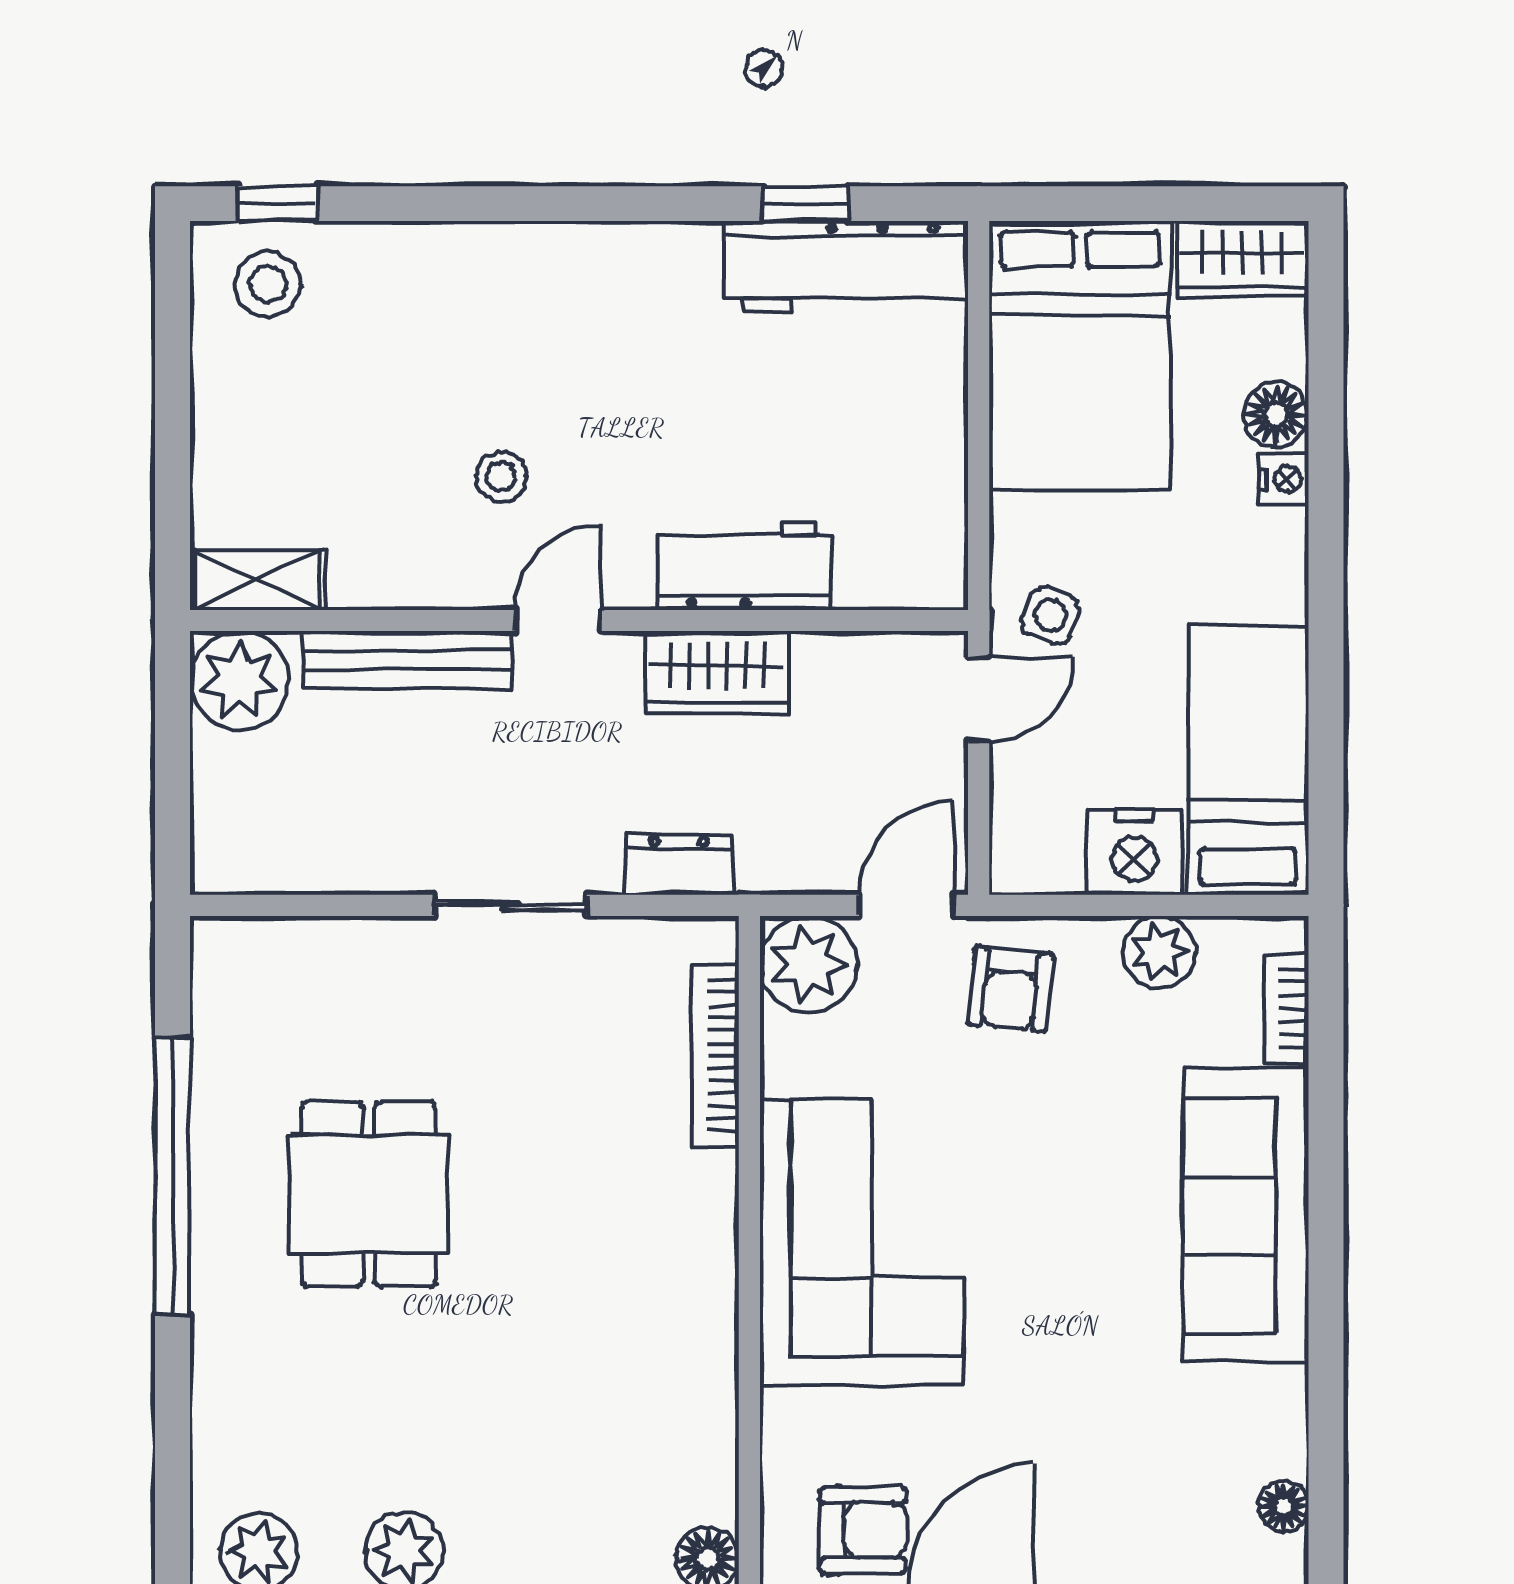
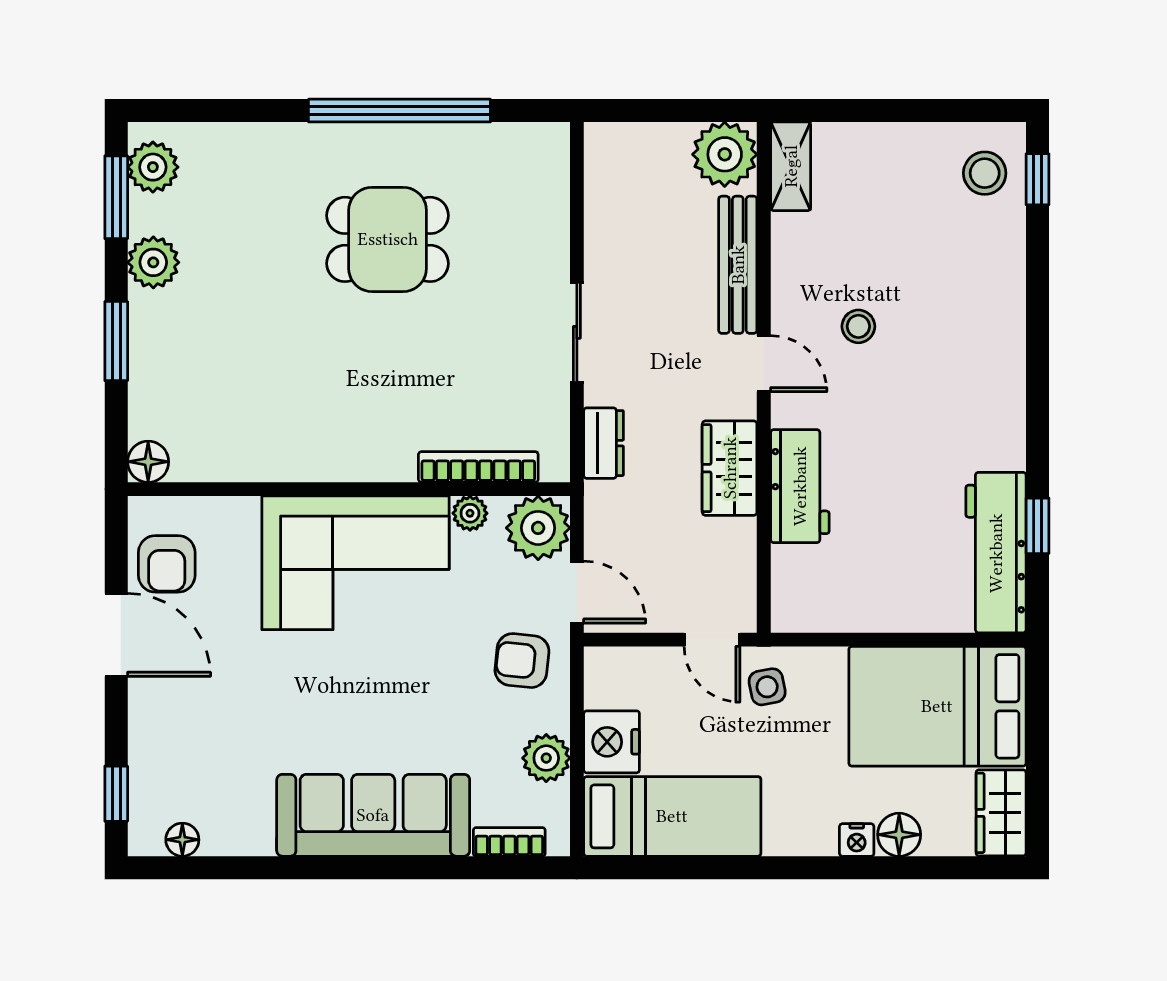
side table: (1051, 616) -> (767, 687), turned -34
plant: (786, 1068) -> (470, 513), added

